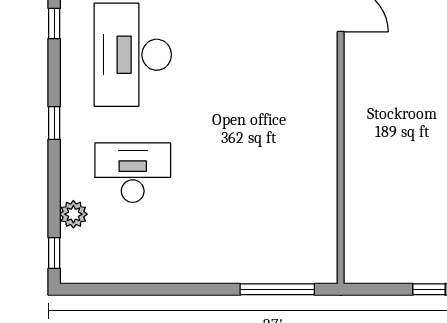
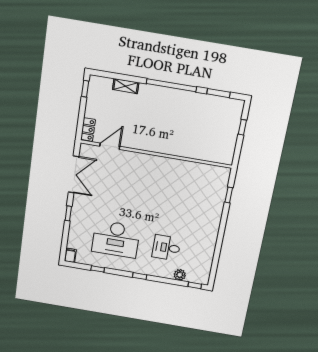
desk: (133, 173) -> (166, 248), width x0.73
window: (277, 289) -> (229, 195), width x0.46

